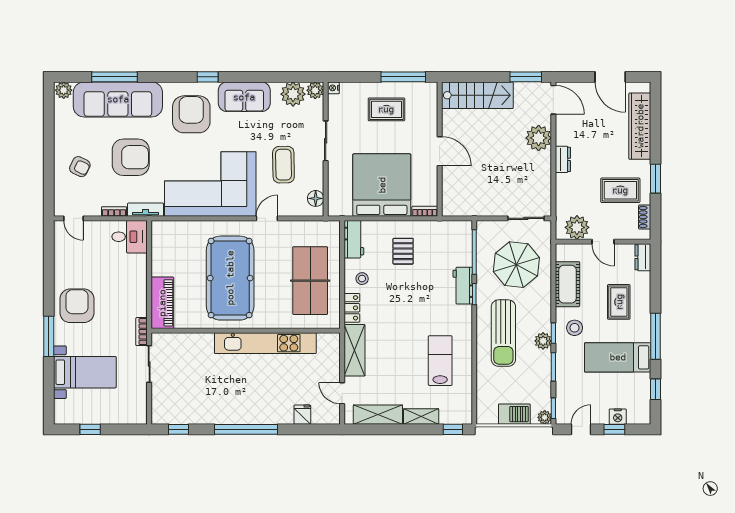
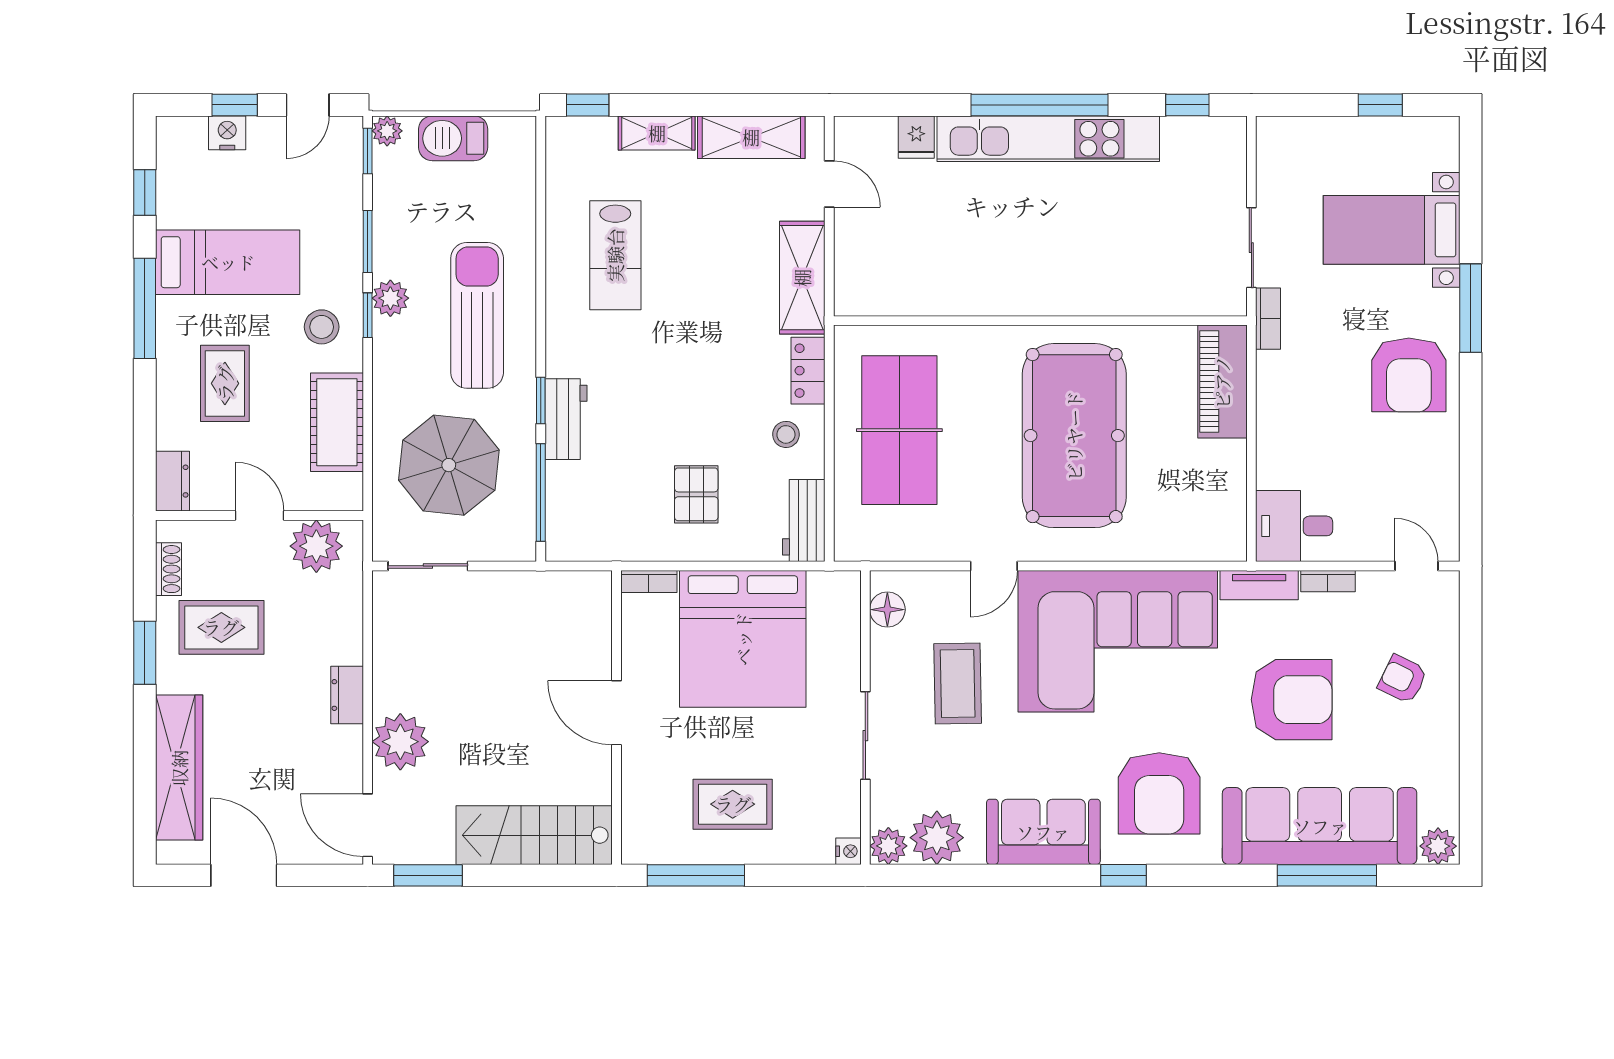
armchair: (131, 157) -> (1292, 700), turned 180
kitchen unit: (265, 343) -> (1048, 139), moved, turned 180

